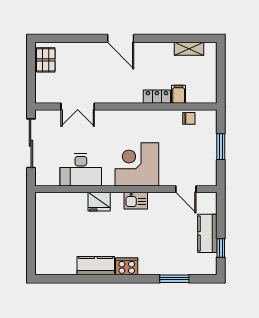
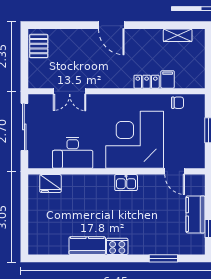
corner desk: (137, 164) -> (135, 140), width x1.36, depth x1.36
fridge: (99, 202) -> (50, 184), moved

